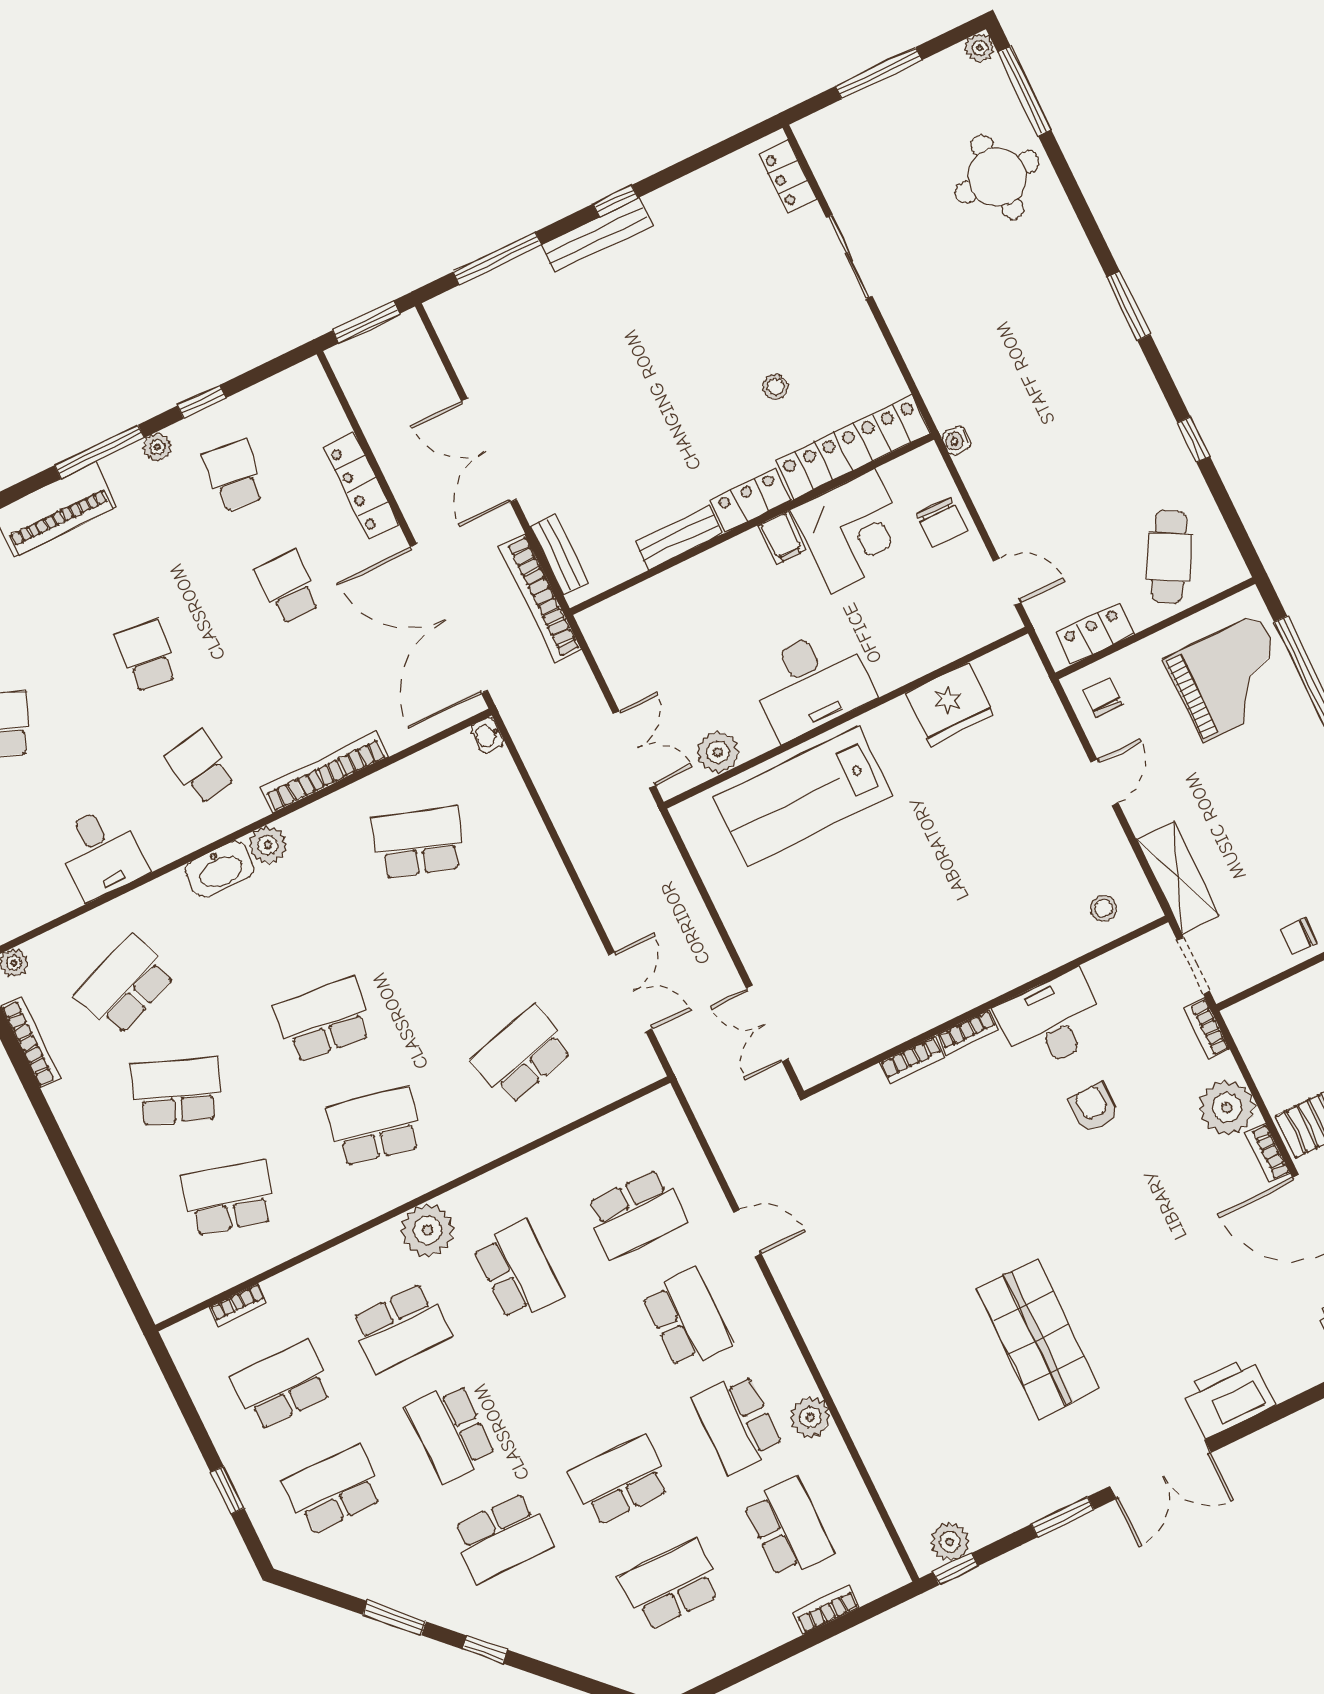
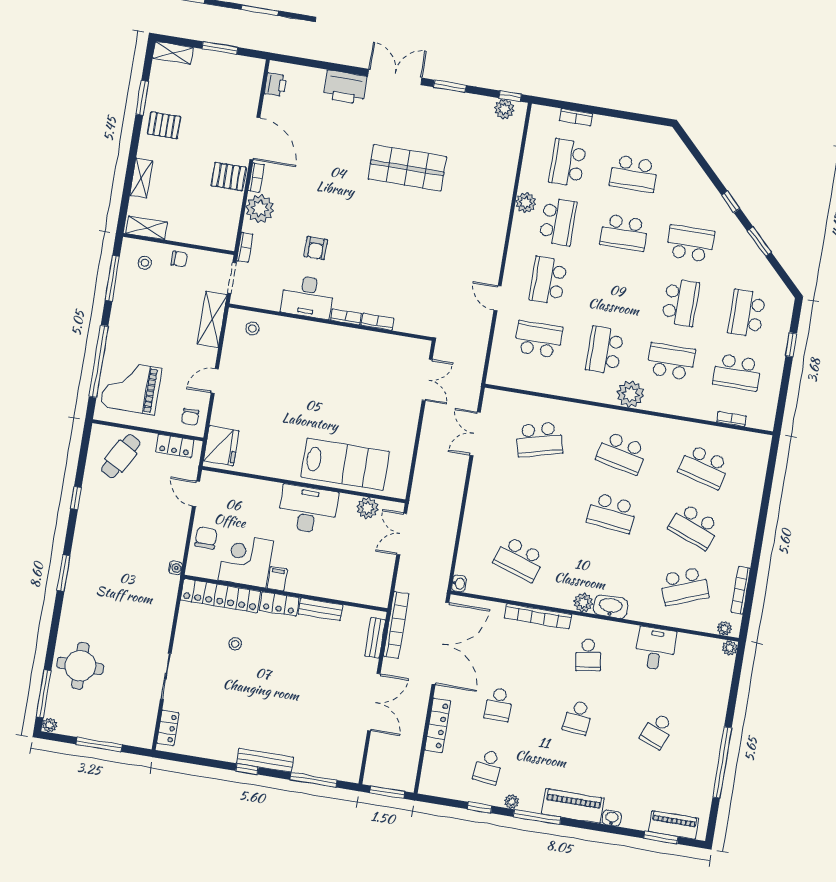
fridge: (950, 704) -> (221, 446), moved, turned 90
shop shelf: (1038, 1339) -> (407, 168), turned 90
school desk: (333, 1490) -> (747, 313), turned 90

